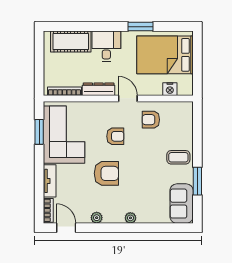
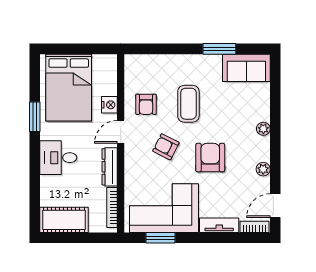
cot: (71, 42) -> (64, 220), moved, turned 90
nightstand: (170, 89) -> (109, 105), moved
armchair: (115, 136) -> (166, 147), turned -63
coffee table: (178, 157) -> (188, 104), moved, width x1.36, depth x1.30

